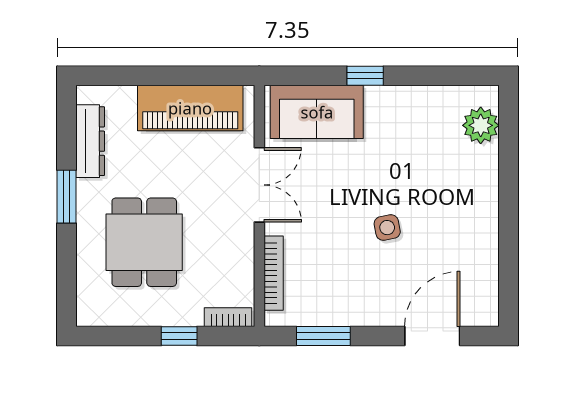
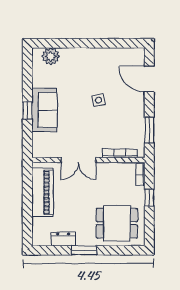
sofa: (317, 112) -> (44, 110), moved
dresser: (90, 141) -> (63, 239), width x0.70
double door: (259, 185) -> (79, 160), swing flipped
dining table: (144, 242) -> (117, 223), moved

